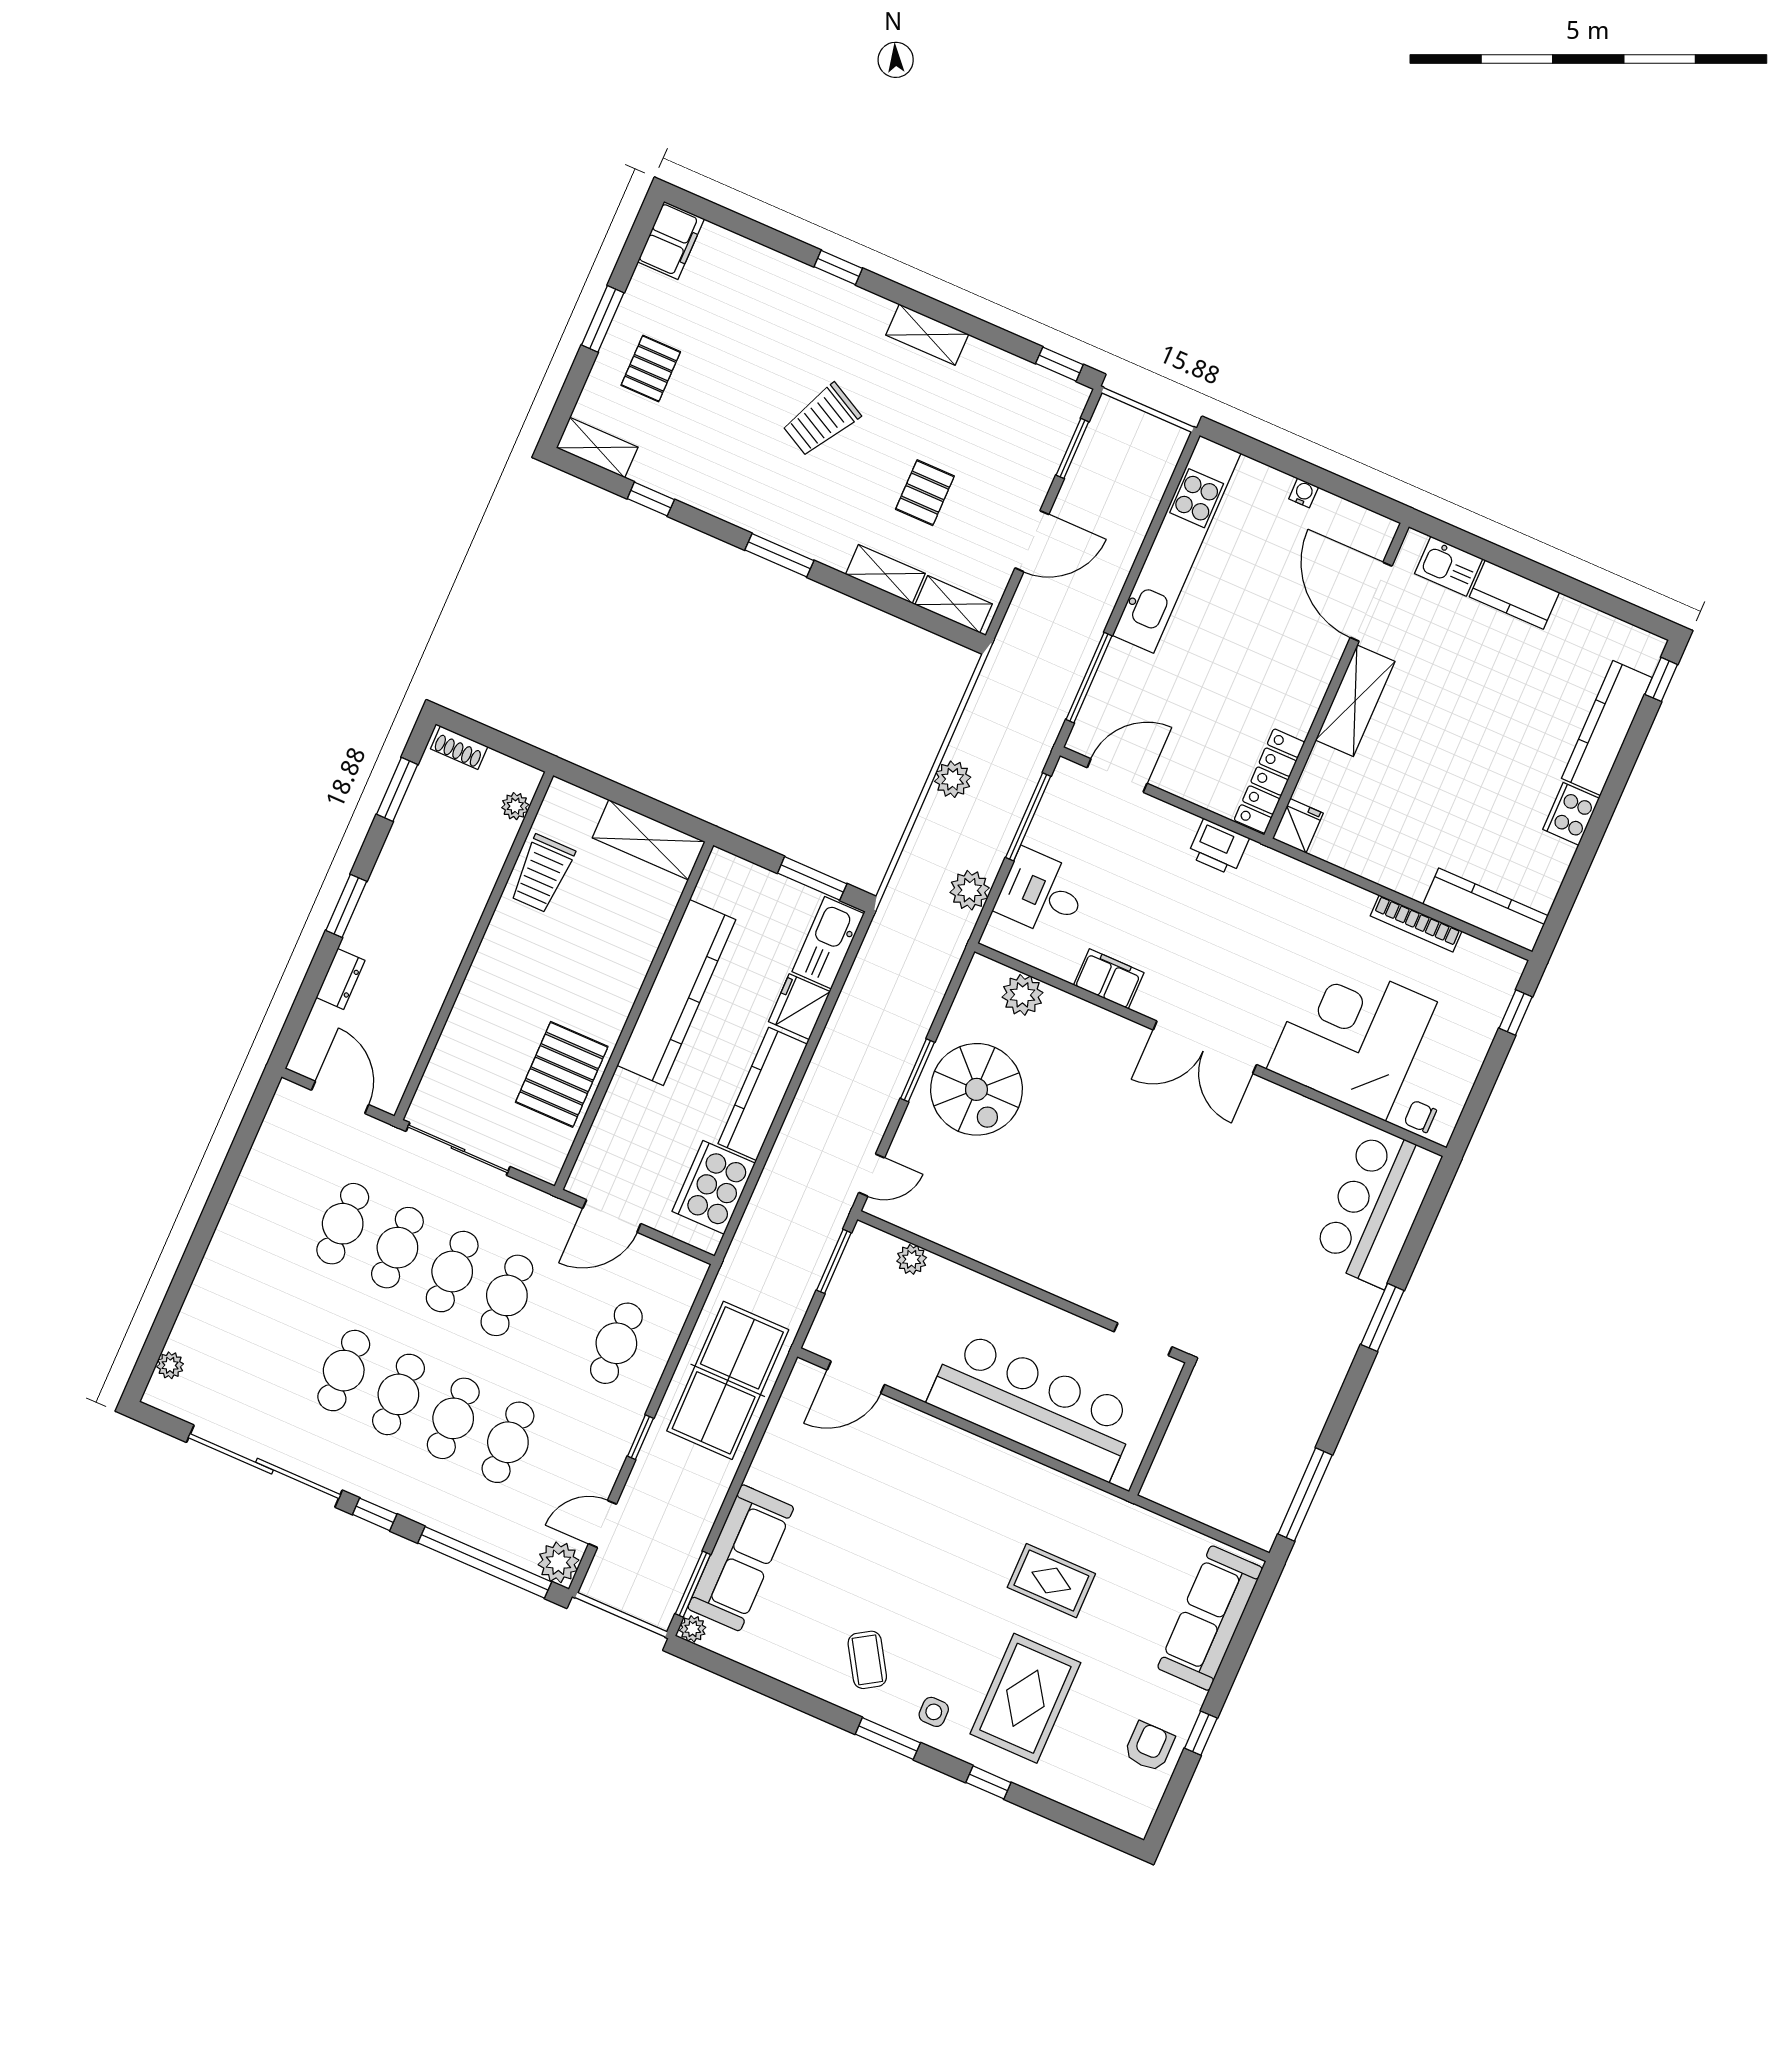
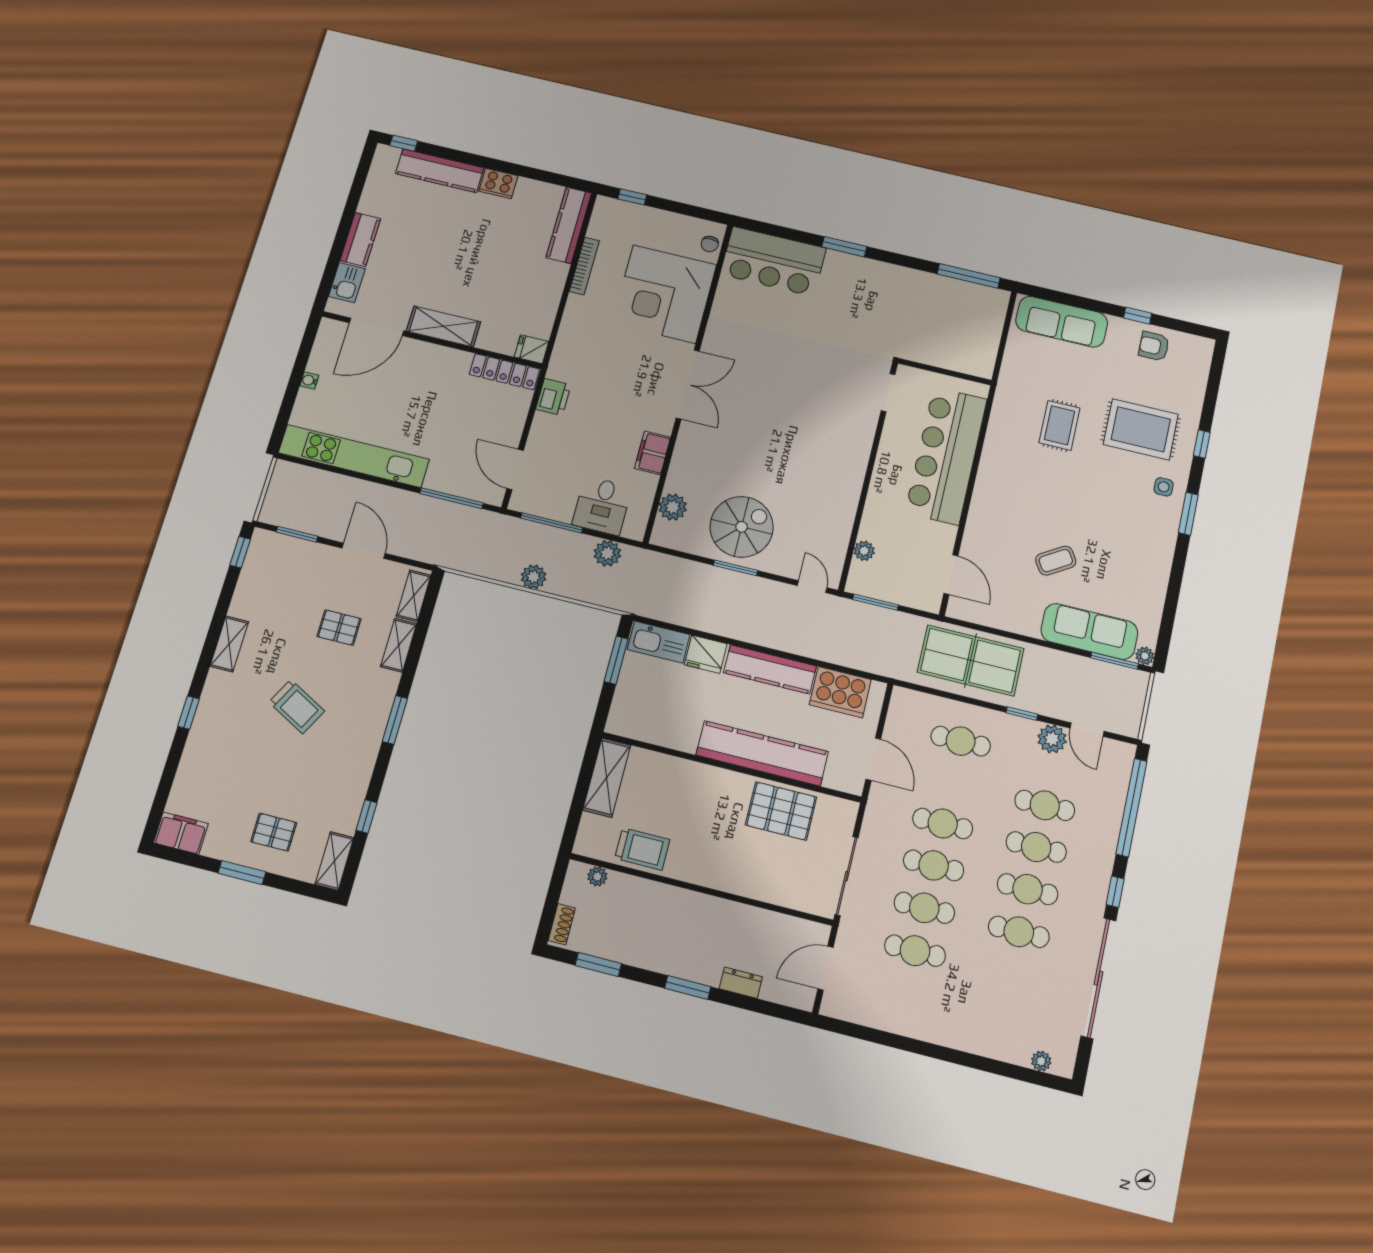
kitchen counter: (676, 993) -> (762, 753), moved
plant: (559, 1562) -> (1052, 739), moved
coffee table: (867, 1660) -> (1056, 561), moved

